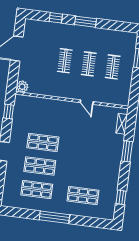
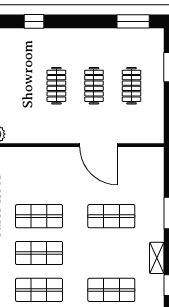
window: (86, 22) -> (133, 21), moved
door: (87, 102) -> (99, 145), width x1.87
shelving: (122, 124) -> (157, 258), moved
shop shelf: (89, 148) -> (111, 216), added

